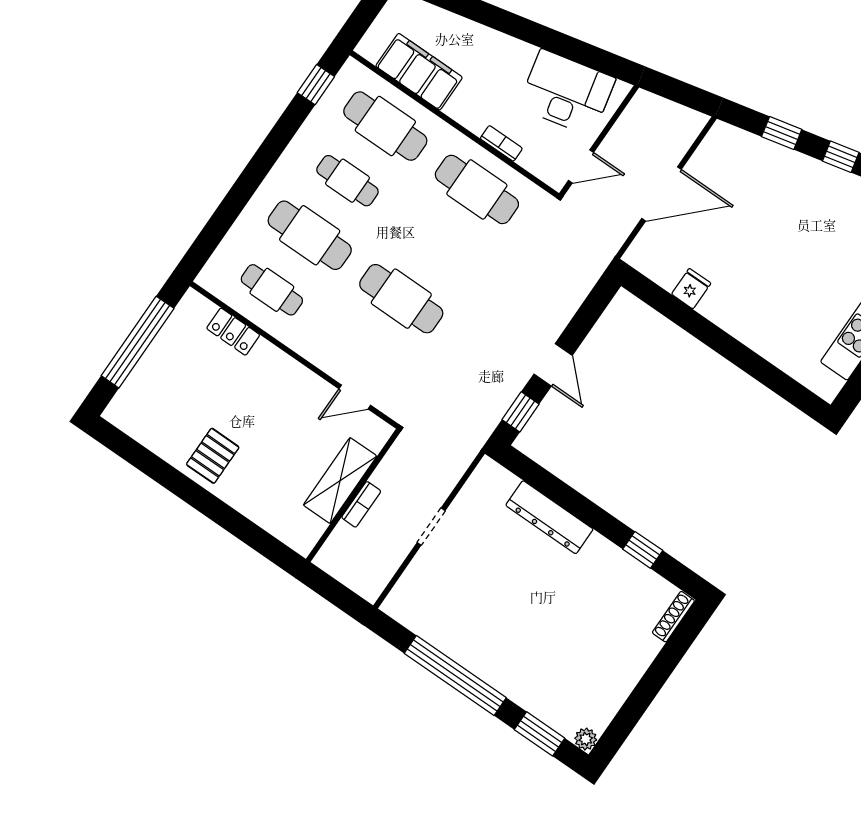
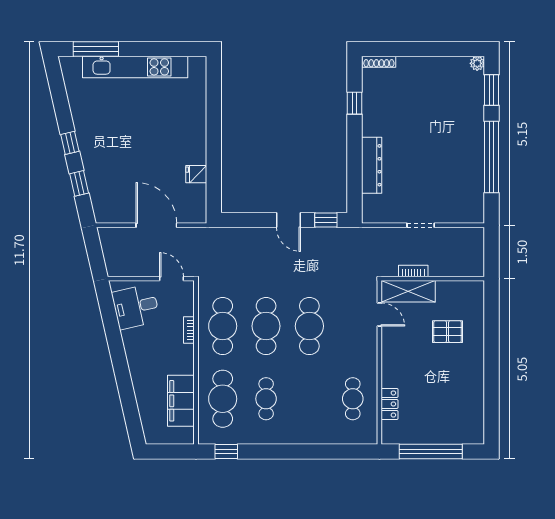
desk: (567, 93) -> (136, 307), width x0.73
cafe table: (310, 235) -> (266, 326), moved
door: (553, 365) -> (288, 220), swing flipped
pallet: (213, 456) -> (448, 332), moved
shelving: (340, 481) -> (408, 291), moved
bookcase: (361, 504) -> (413, 271), moved

